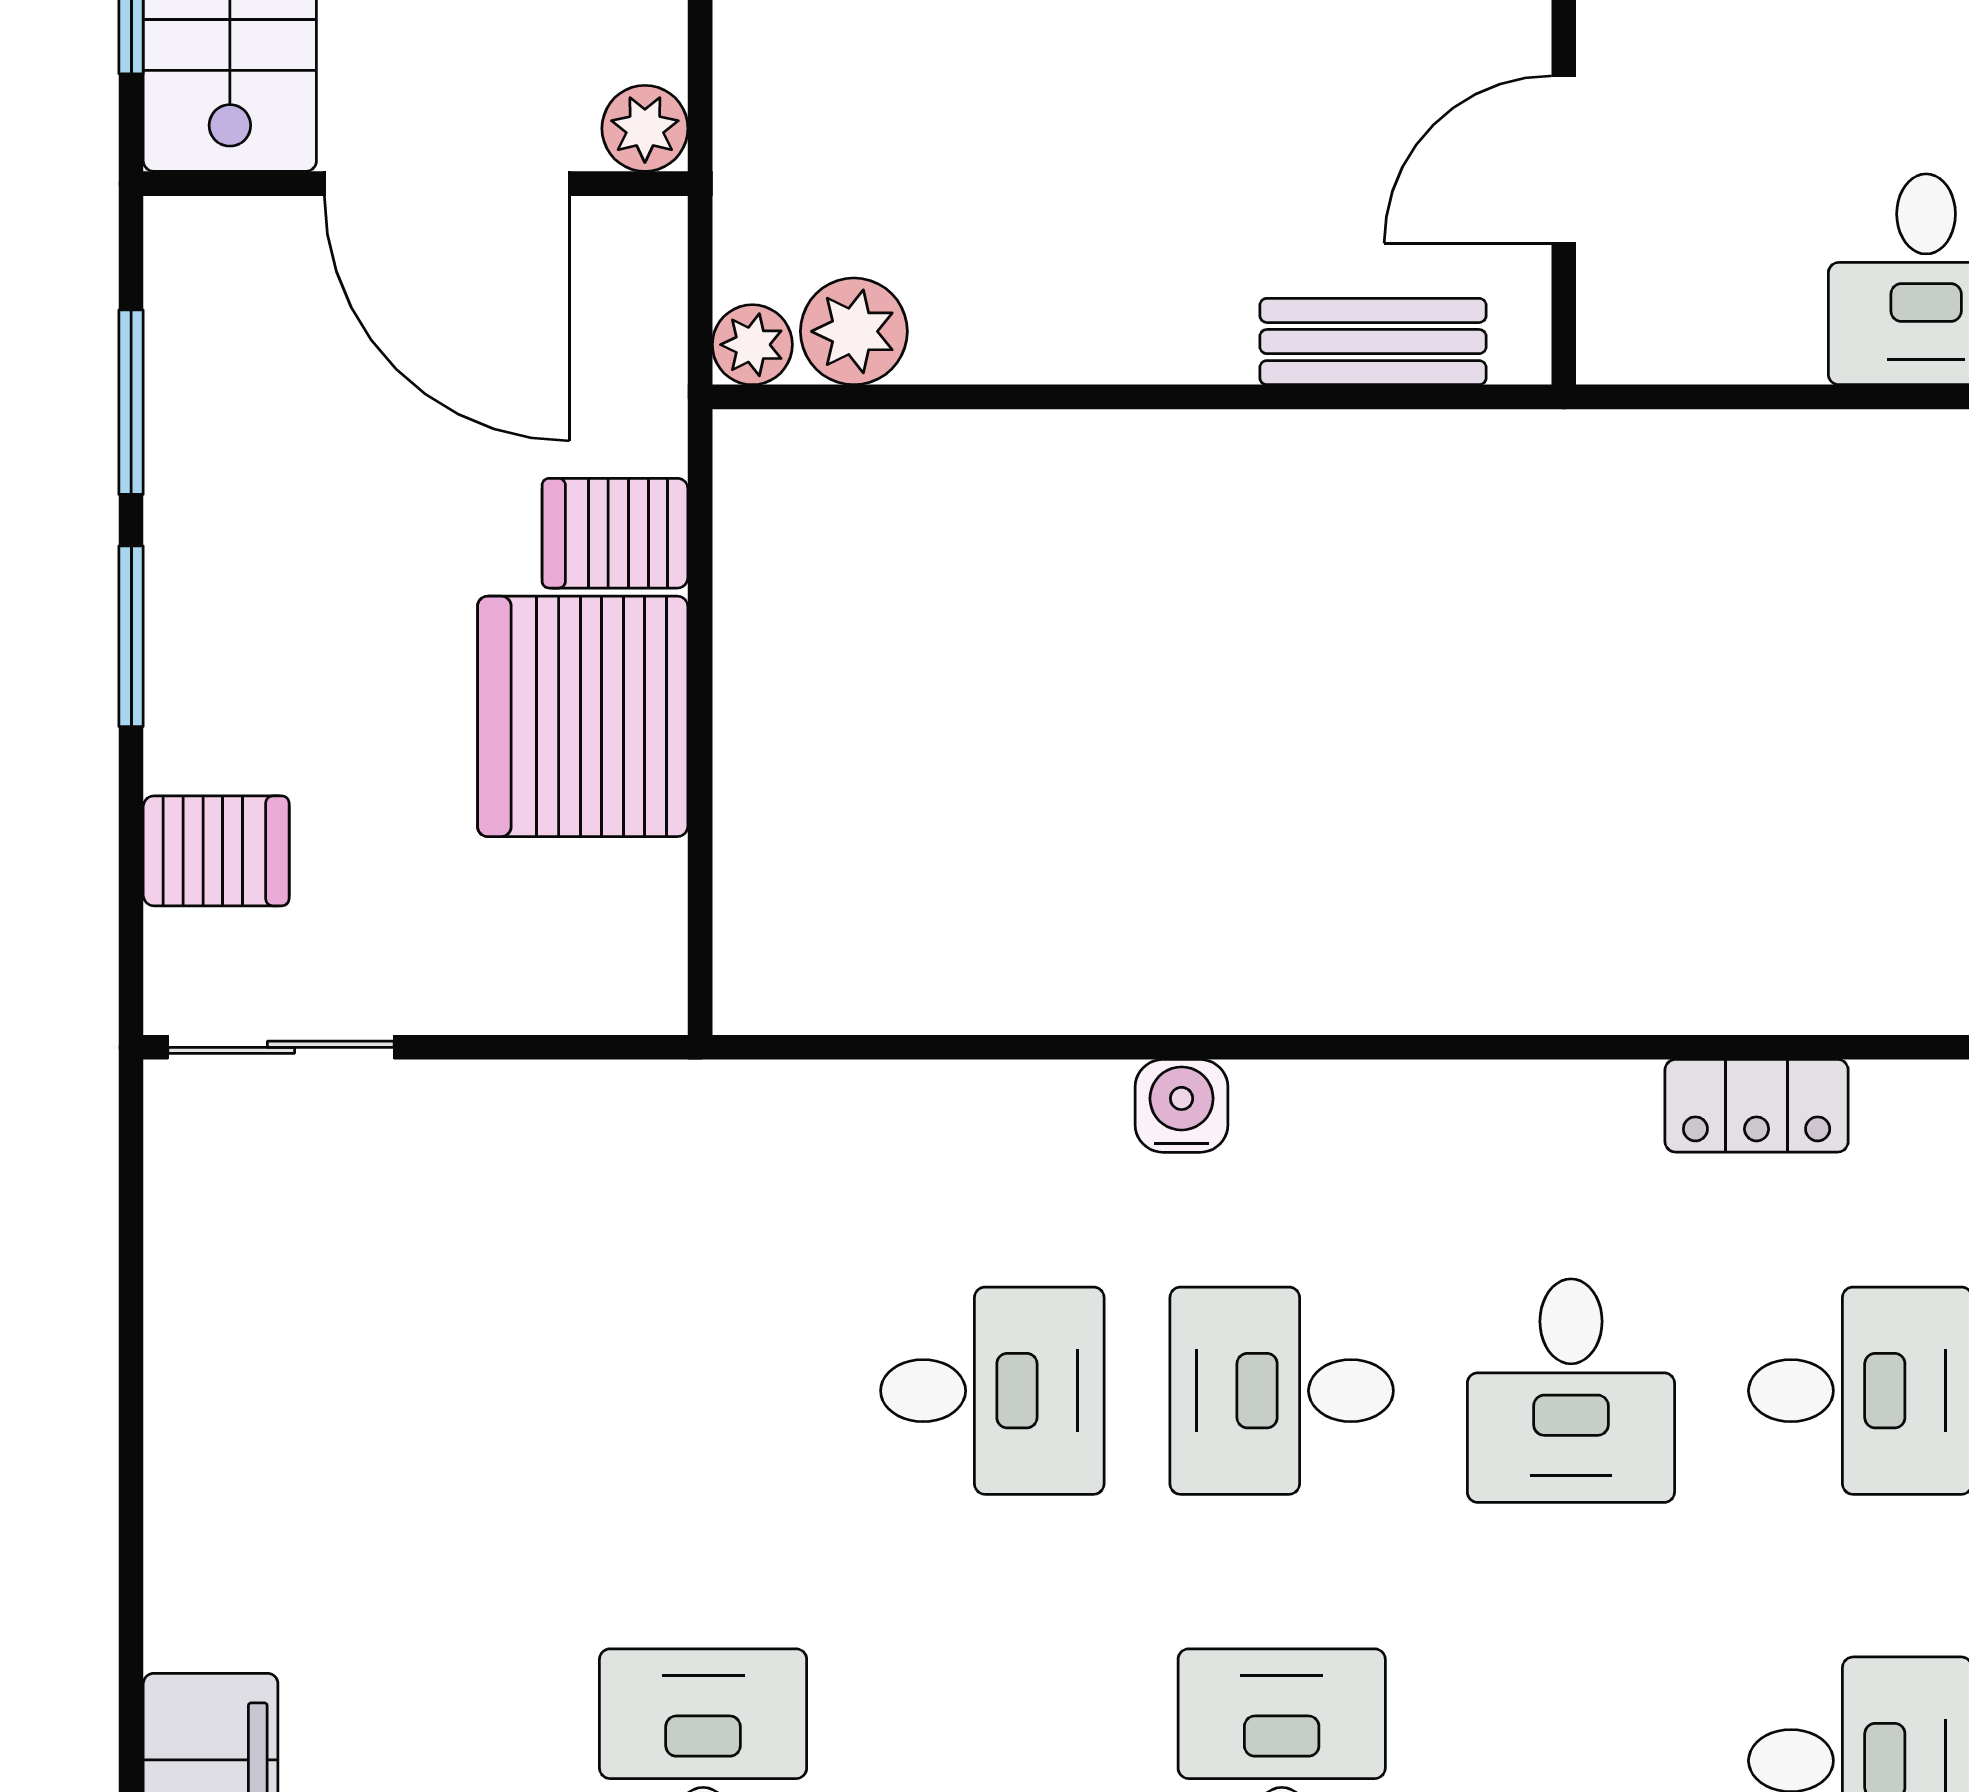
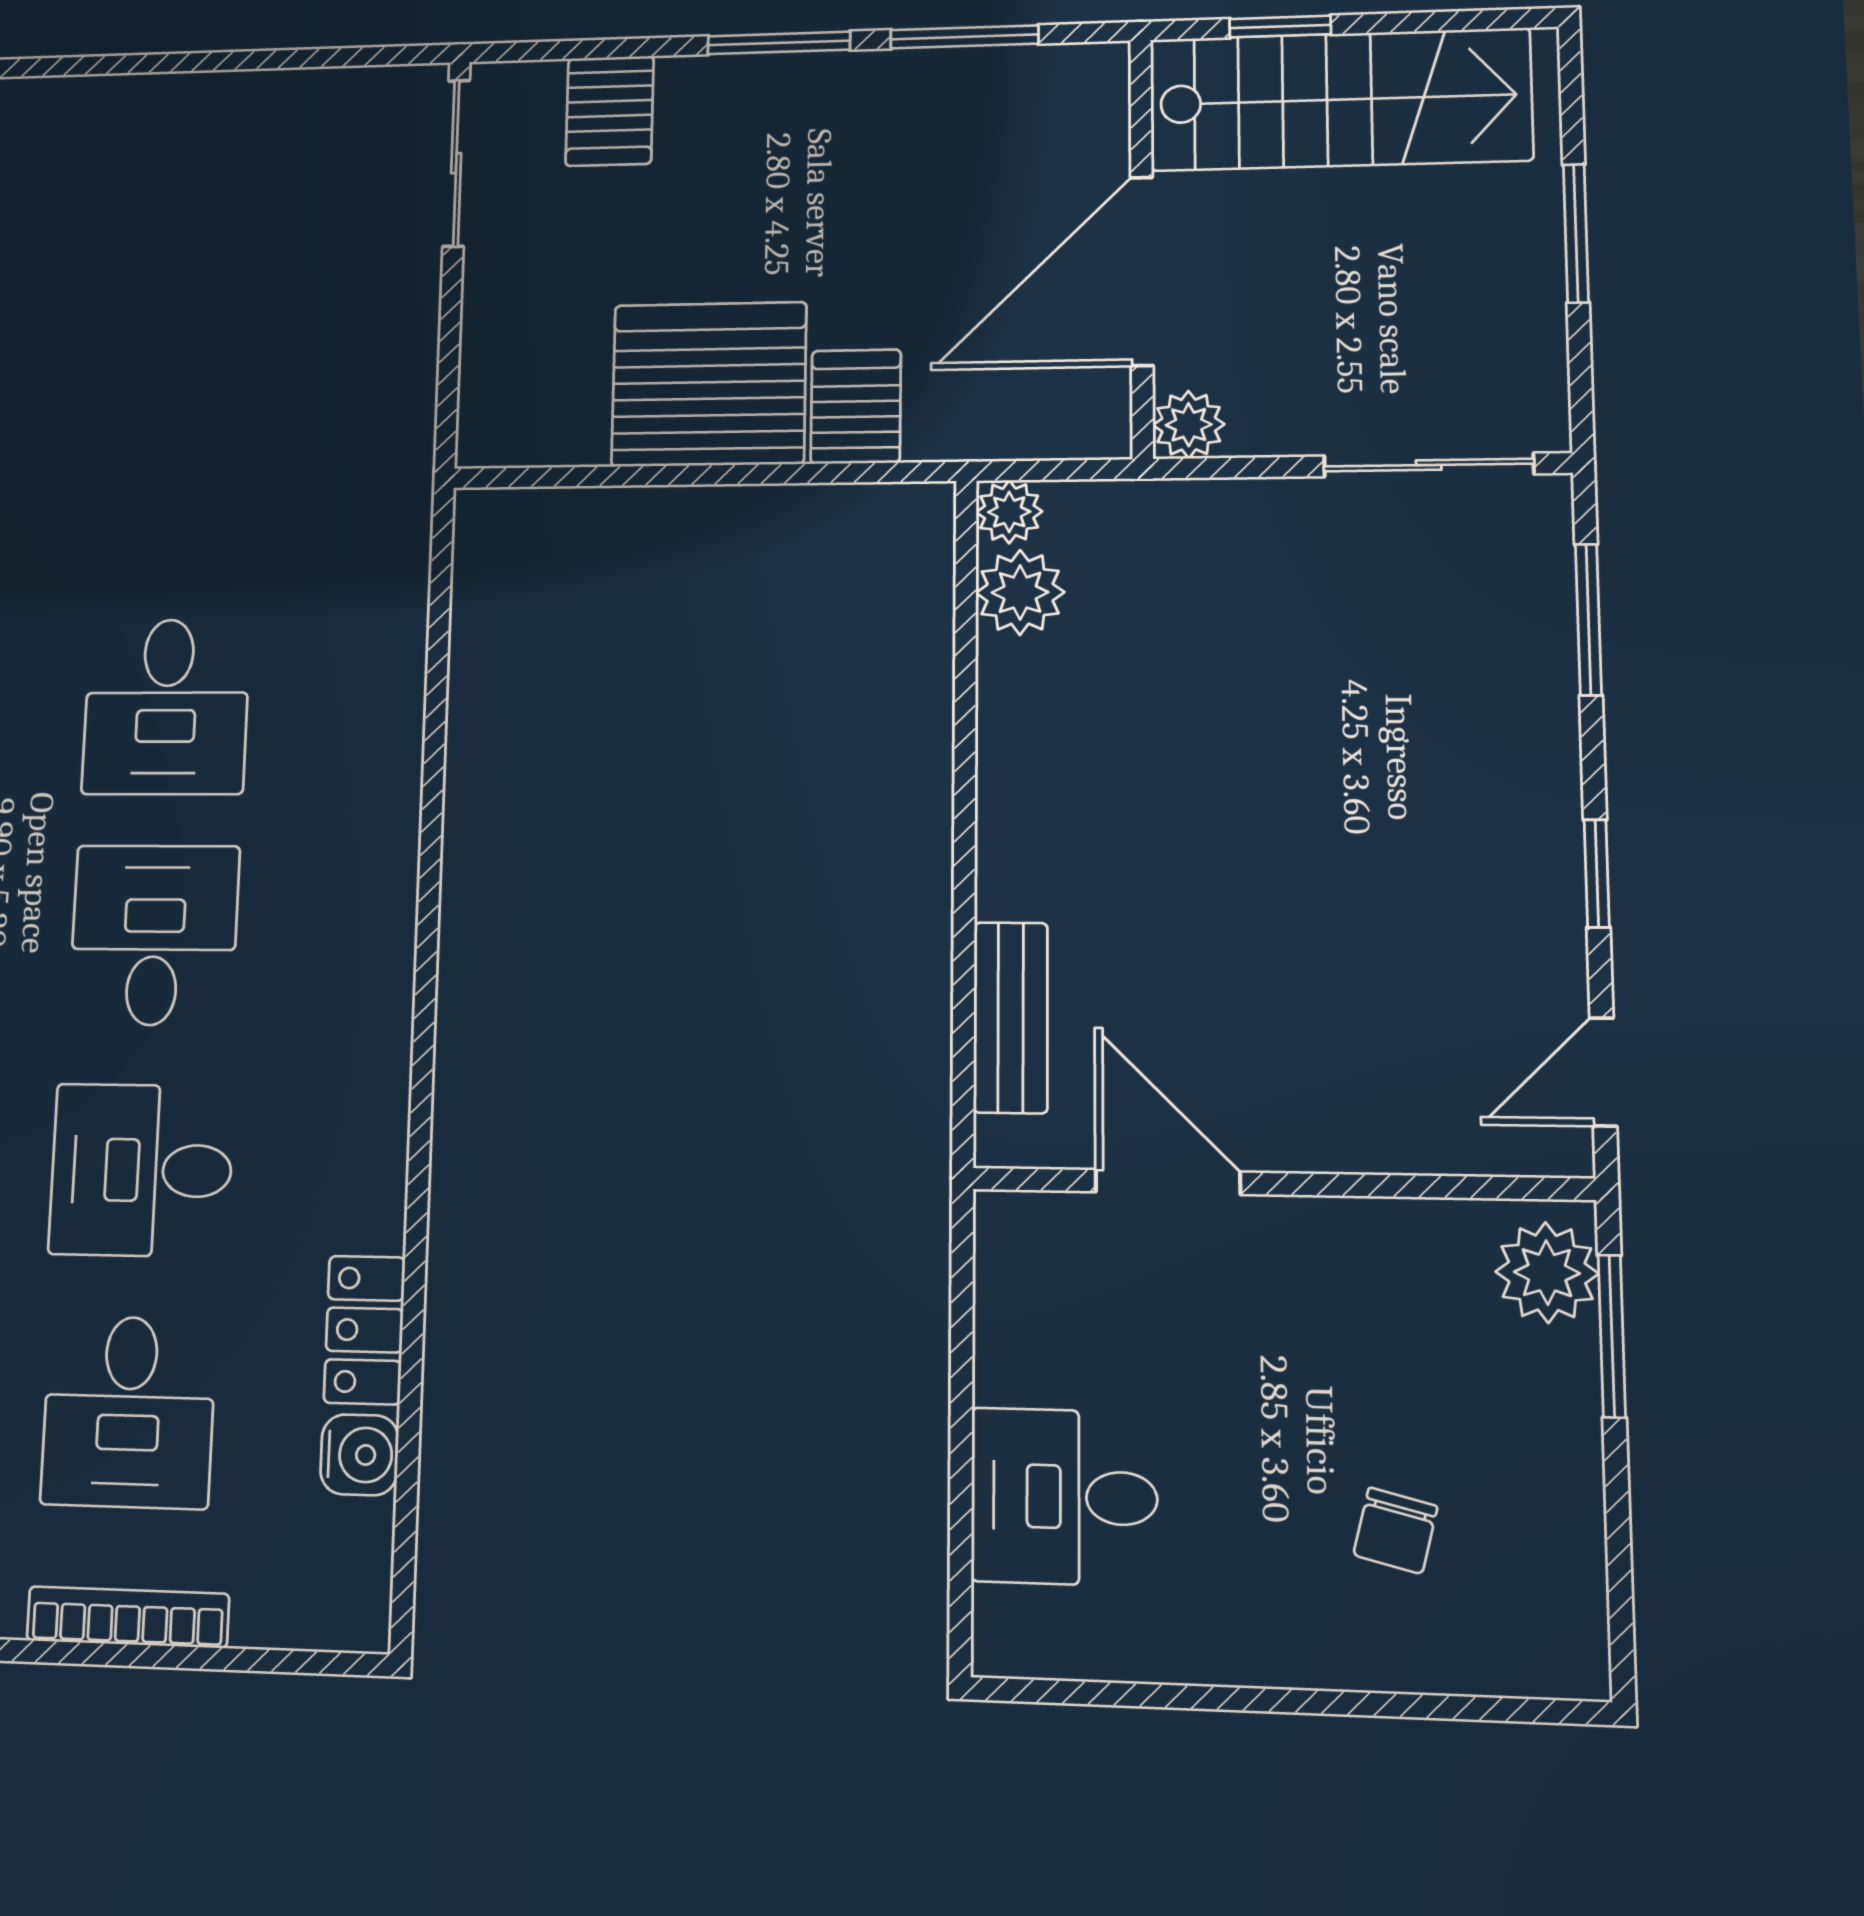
water cooler: (1182, 1106) -> (359, 1455), moved

